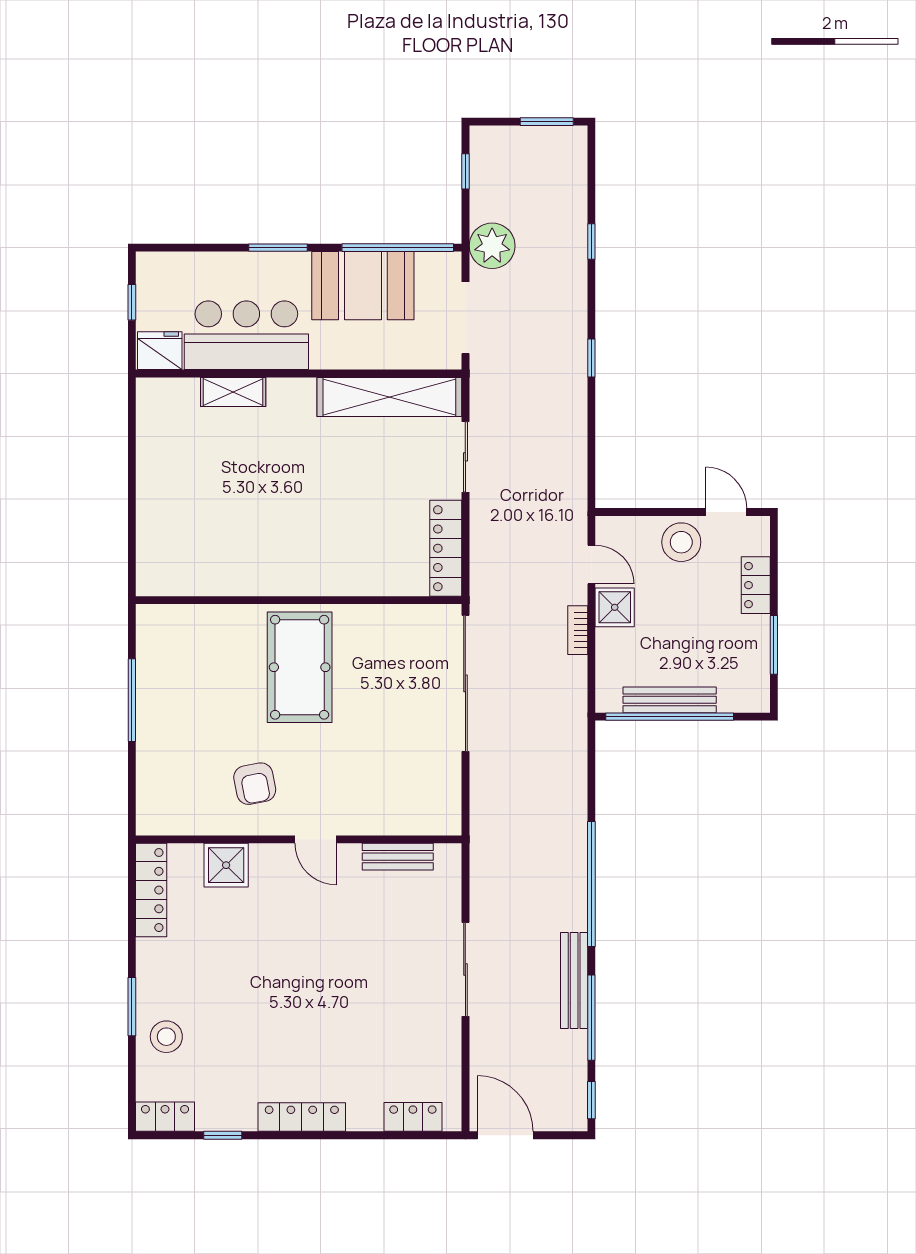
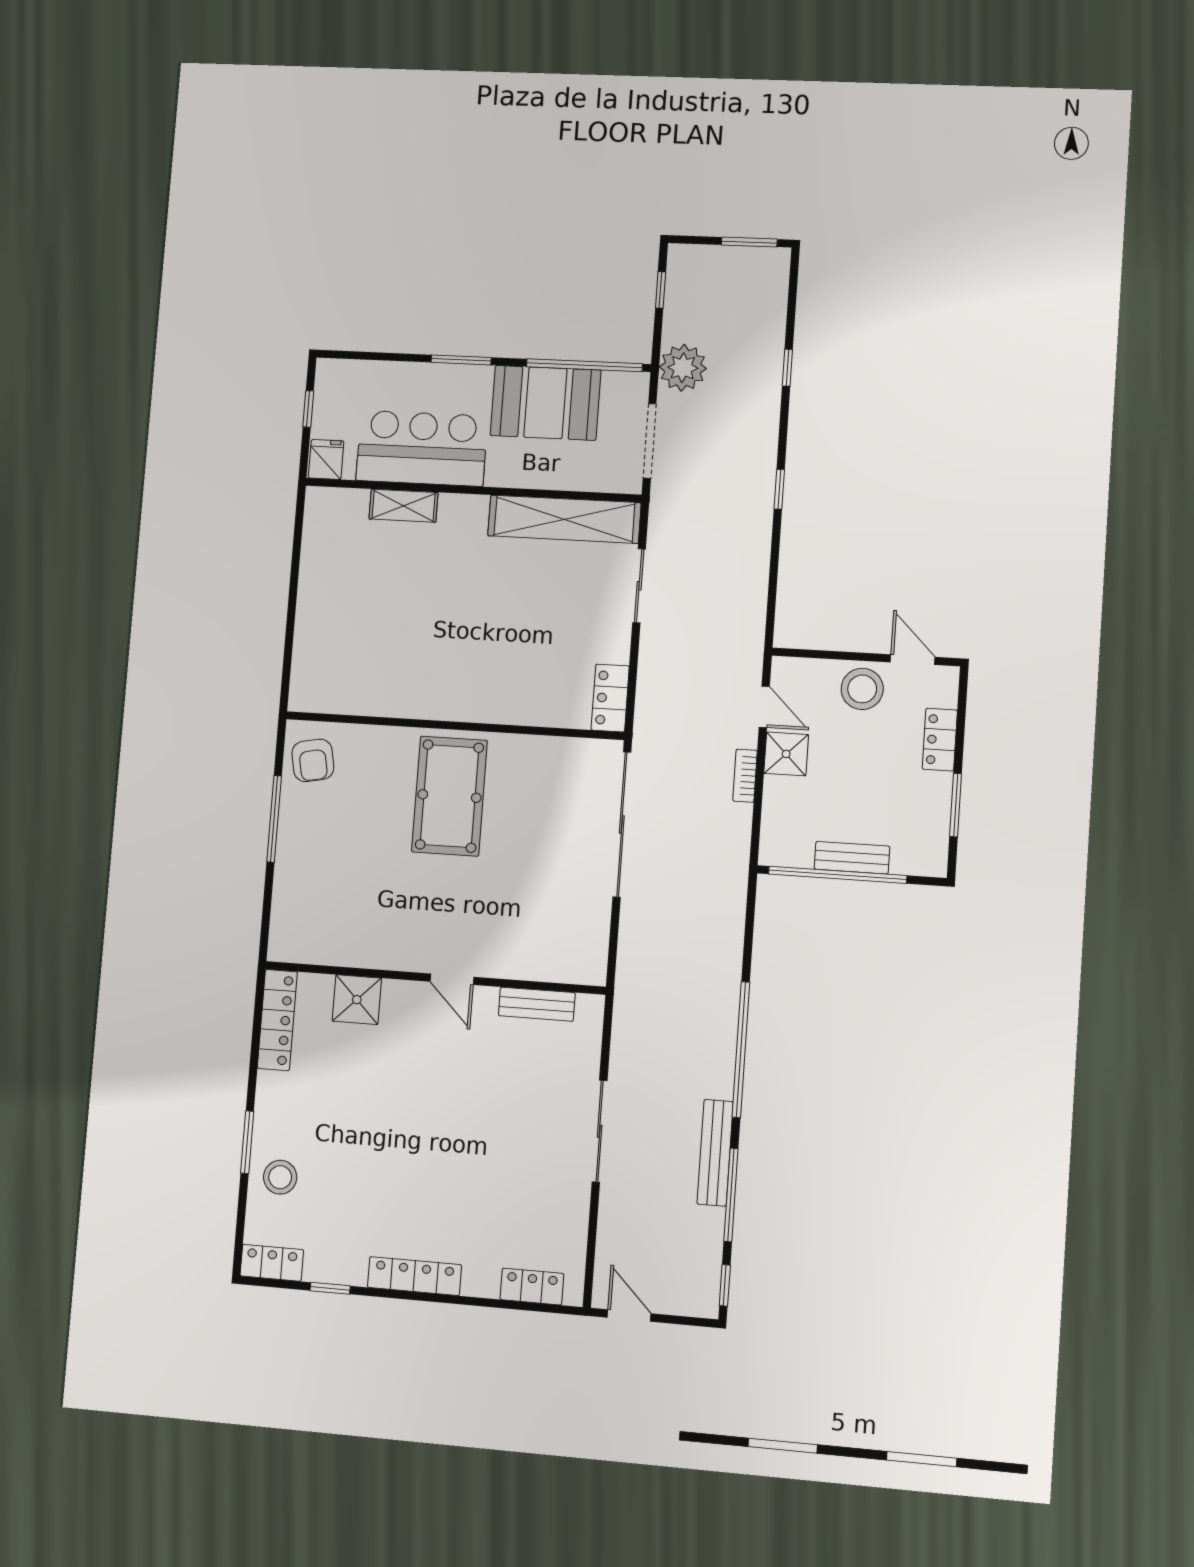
fridge: (160, 351) -> (326, 459), width x0.72
locker: (446, 548) -> (610, 698), width x0.66
bench: (670, 700) -> (852, 858), width x0.73
armchair: (255, 784) -> (313, 760), moved
door: (505, 1135) -> (629, 1316), width x0.73

